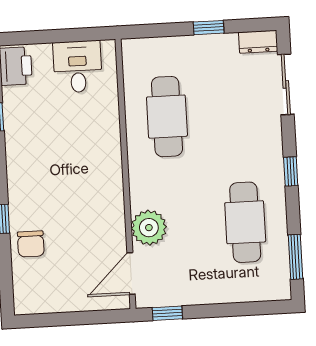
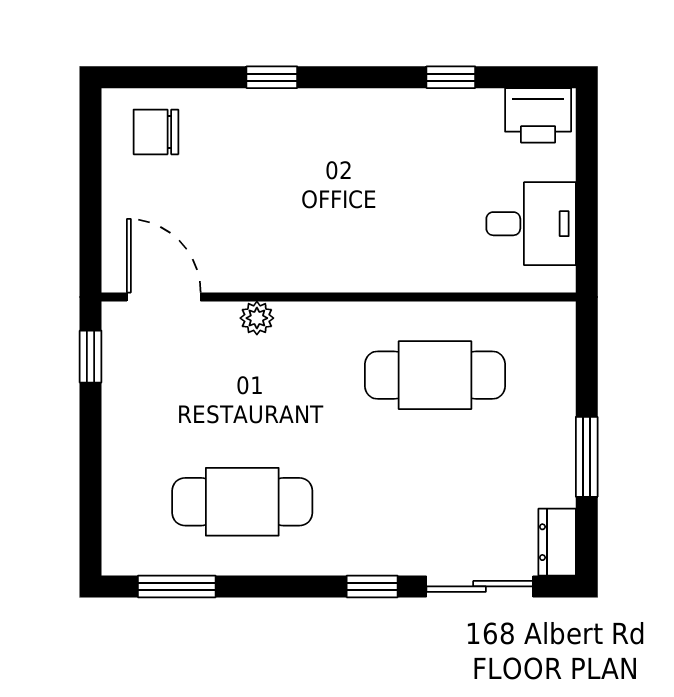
window: (209, 28) -> (587, 457), width x1.50
window: (291, 171) -> (372, 586), moved
plant: (149, 228) -> (257, 318), width x0.53, depth x0.53
chair: (31, 244) -> (156, 132), moved

